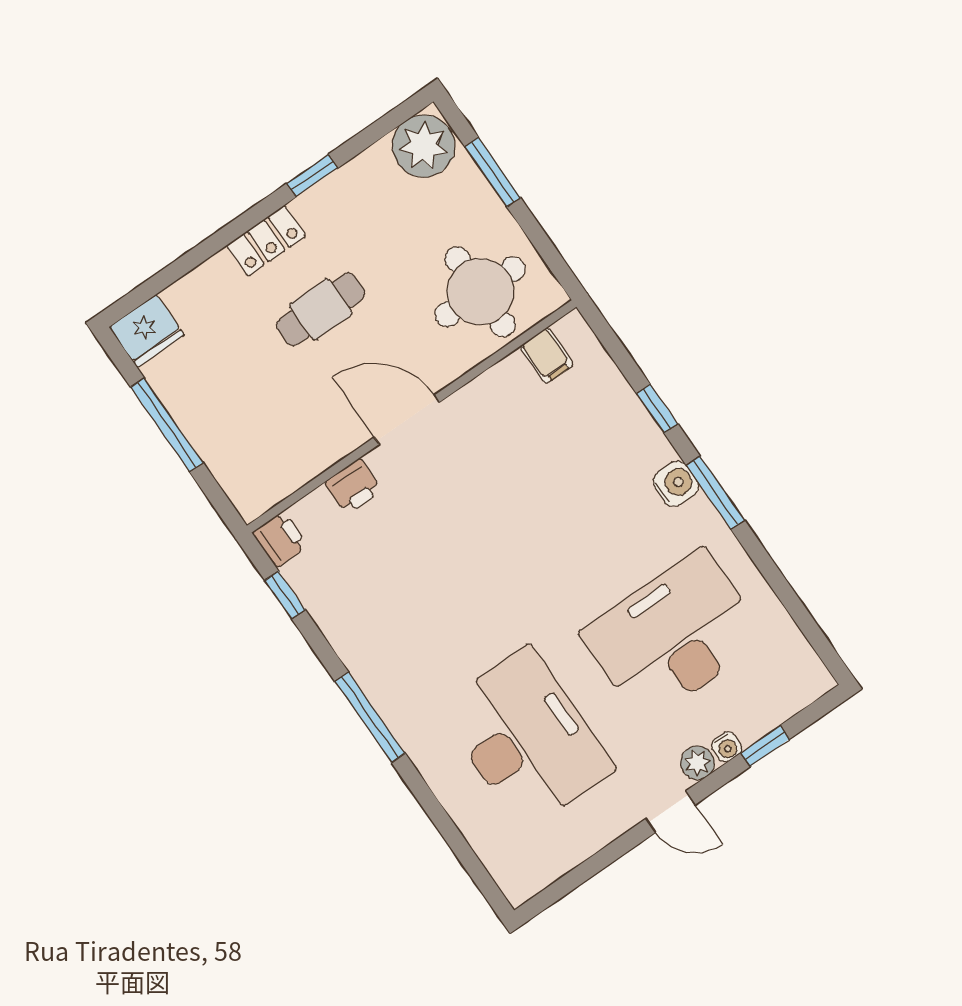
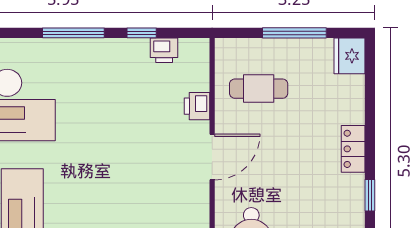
cafe table: (321, 309) -> (259, 89), moved, turned 90
printer: (280, 539) -> (164, 50), moved
window: (285, 595) -> (142, 33), moved

